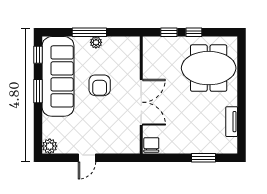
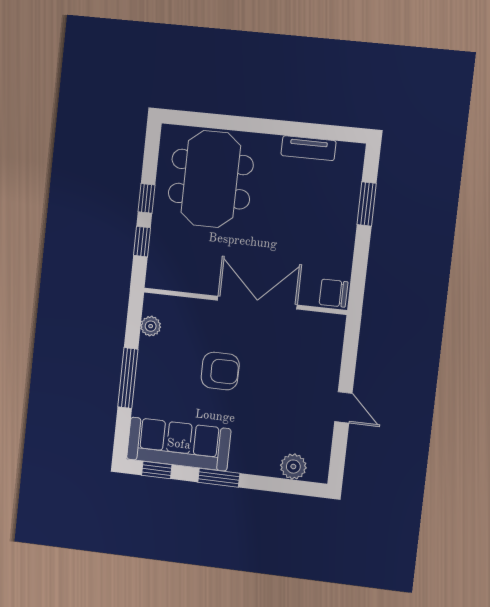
plant: (96, 42) -> (151, 326), moved
sofa: (58, 76) -> (179, 444), width x0.74, depth x0.79
plant: (50, 146) -> (293, 467), moved

